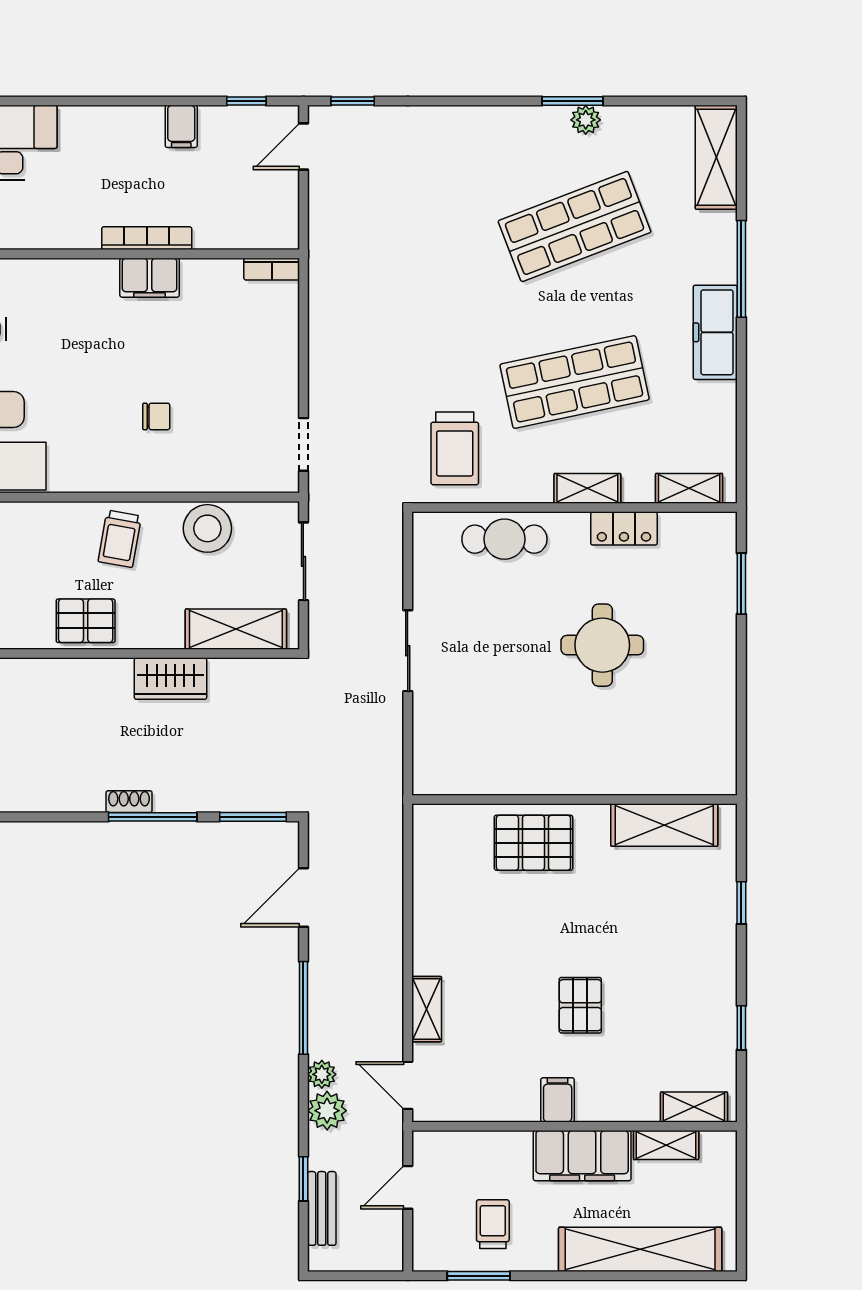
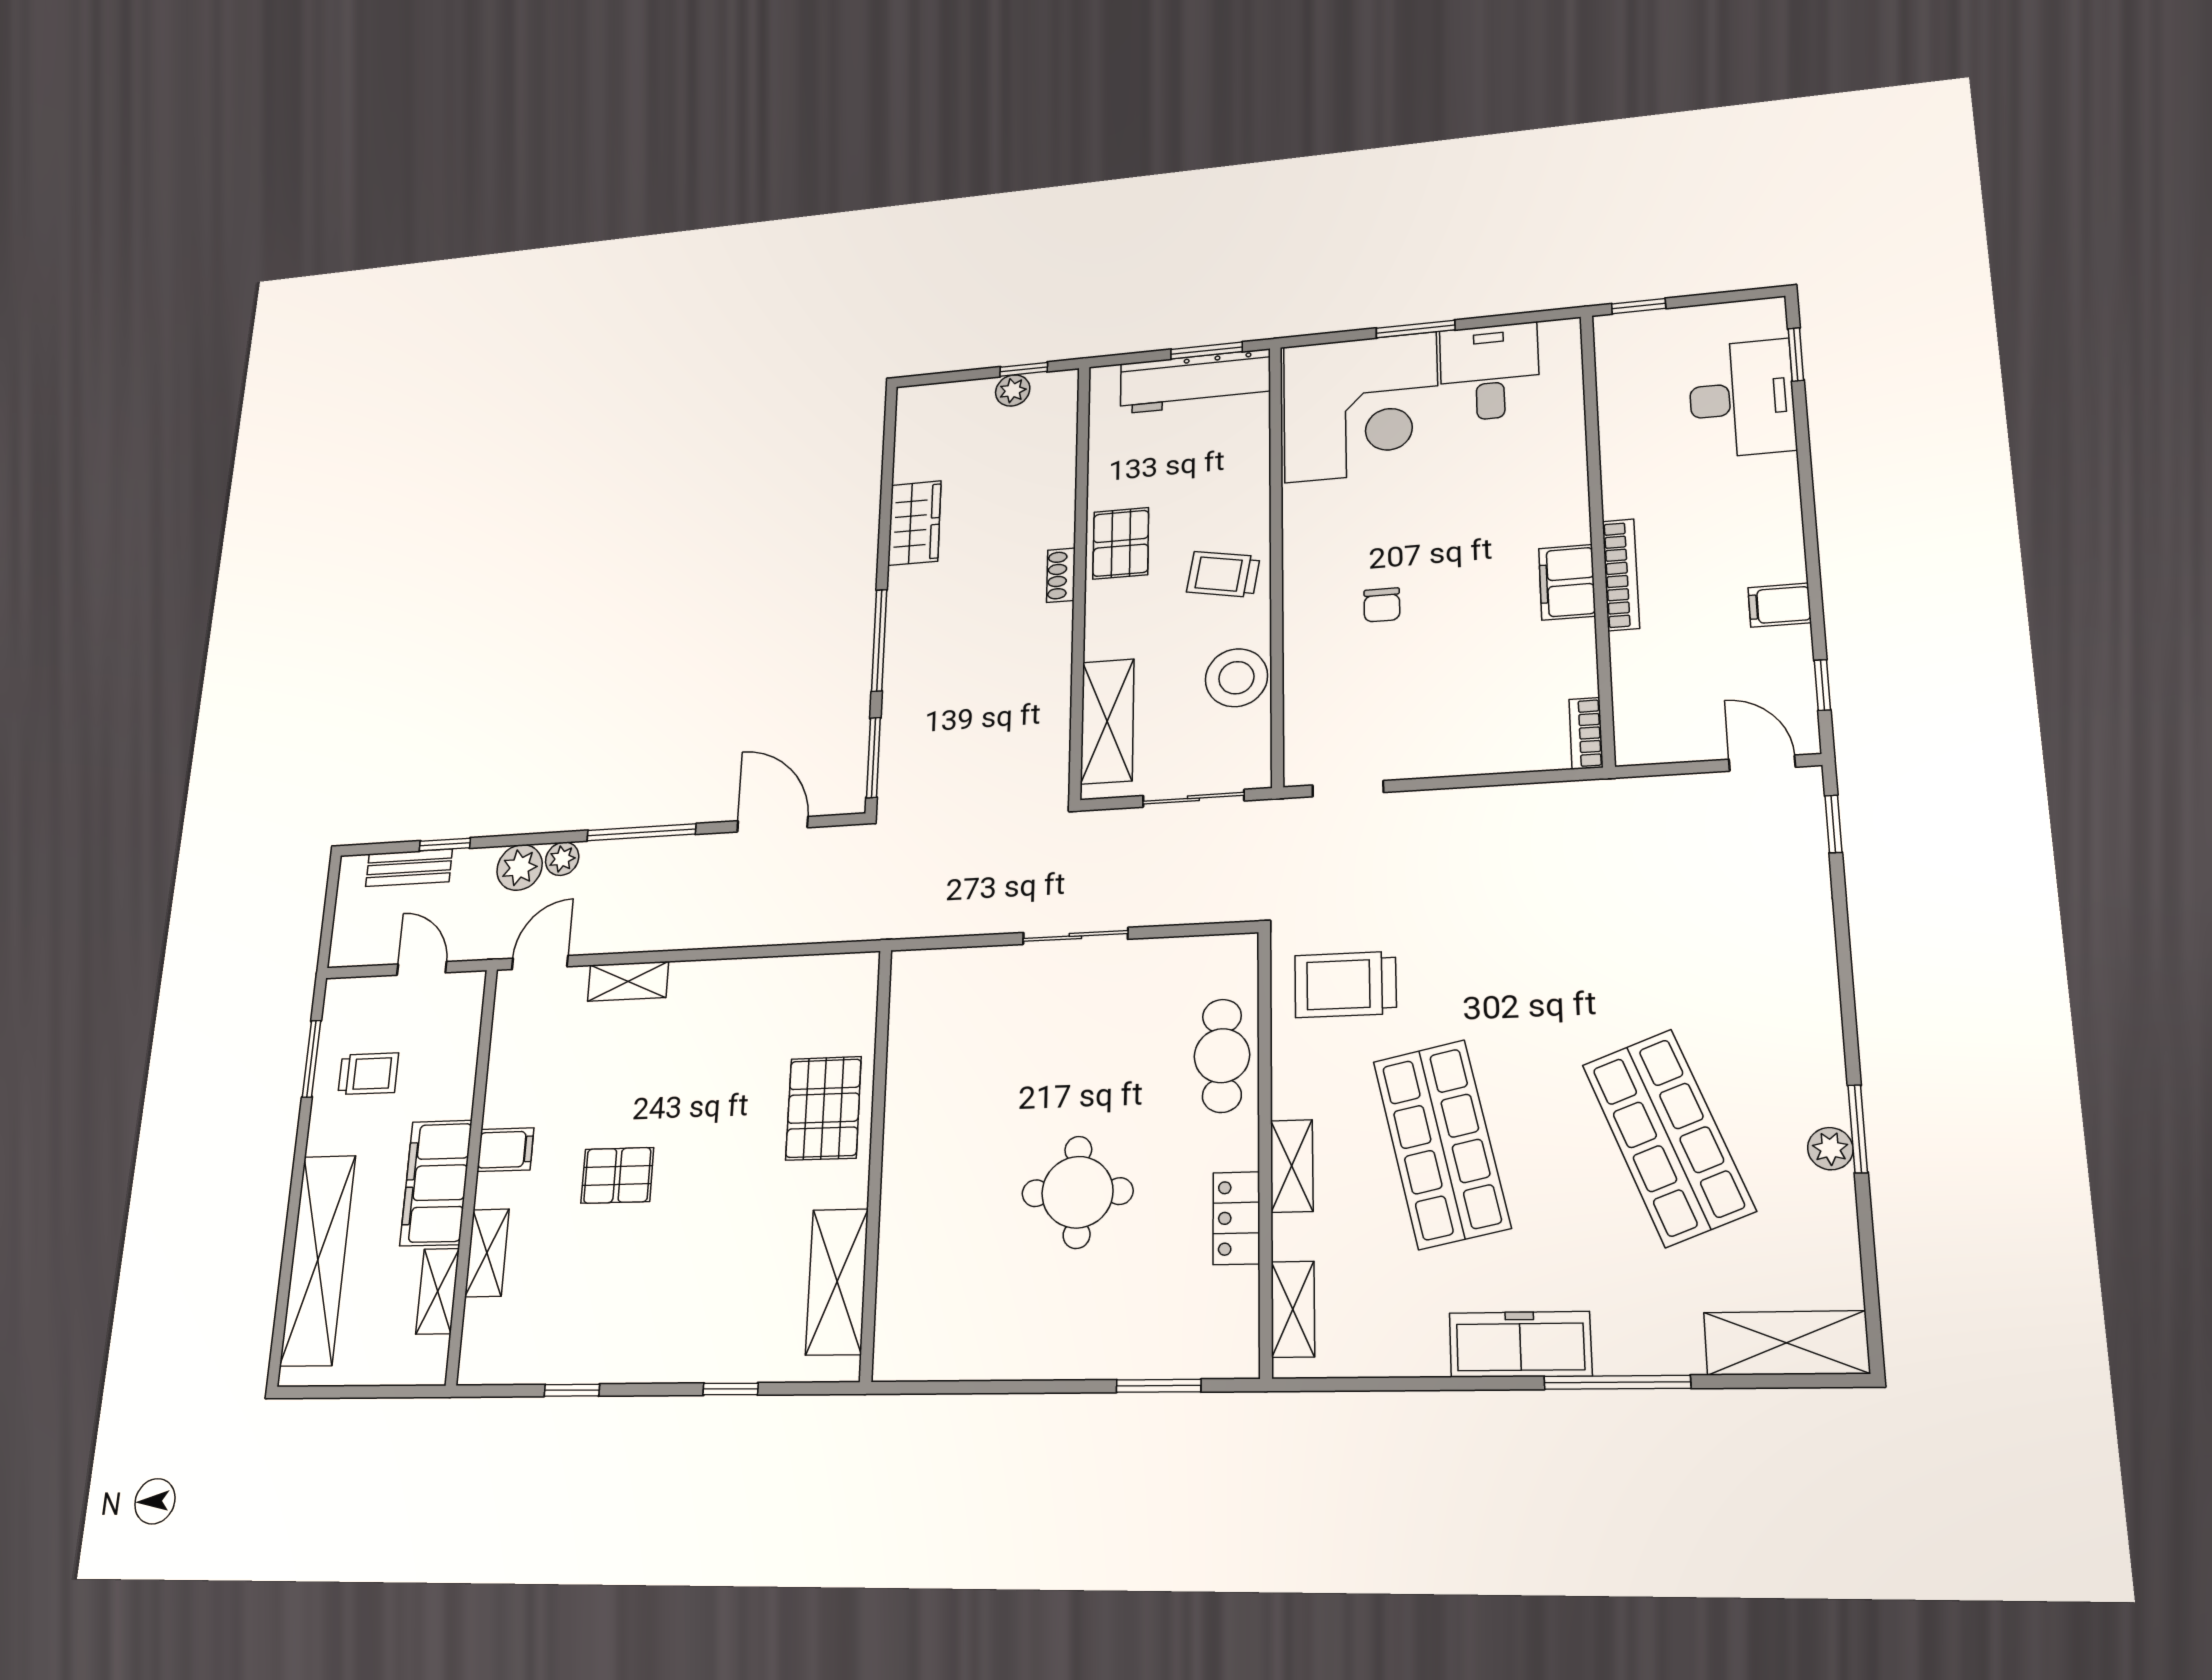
wardrobe: (170, 679) -> (914, 523), moved, turned 180
shoe rack: (129, 802) -> (1061, 575), moved, turned 180
shelving: (694, 1107) -> (487, 1253), moved

